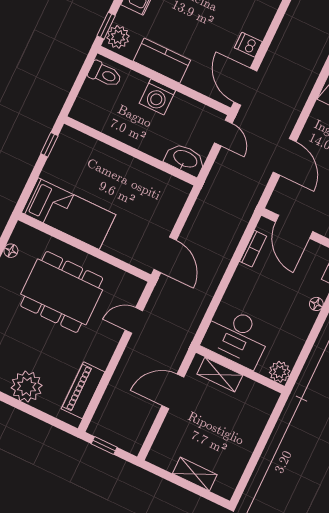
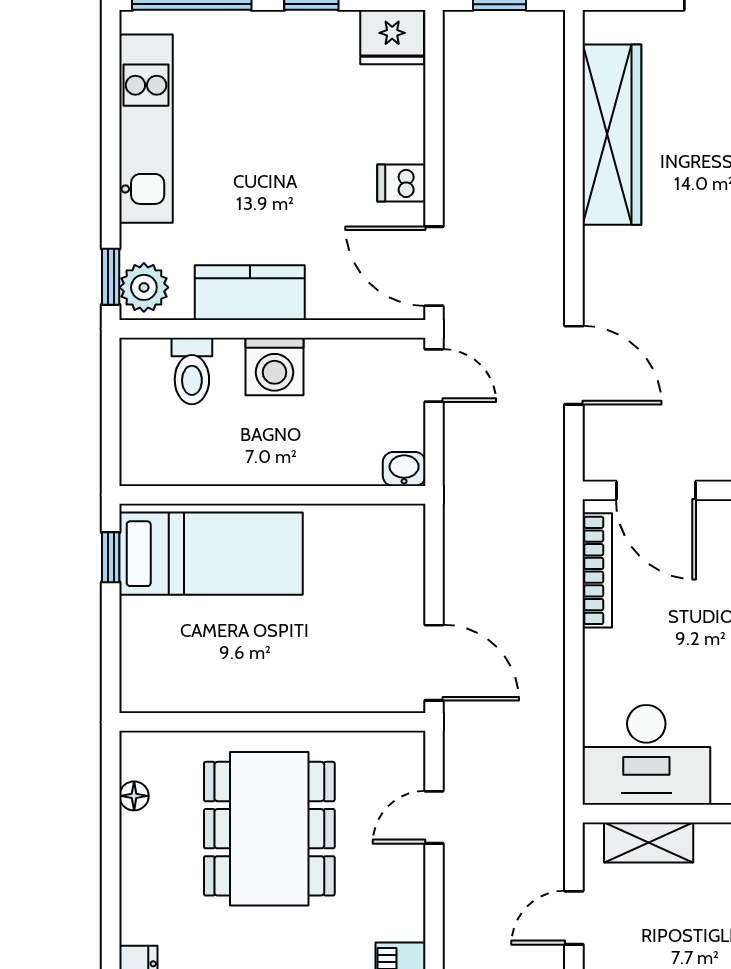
toilet: (105, 74) -> (192, 371), moved, turned 90
washbasin: (185, 159) -> (404, 469), width x0.52, depth x0.69
bed: (69, 214) -> (211, 554), moved
bookcase: (253, 249) -> (597, 570), width x1.56
dining table: (62, 292) -> (269, 829), turned 90
door: (173, 391) -> (574, 918), width x0.73

